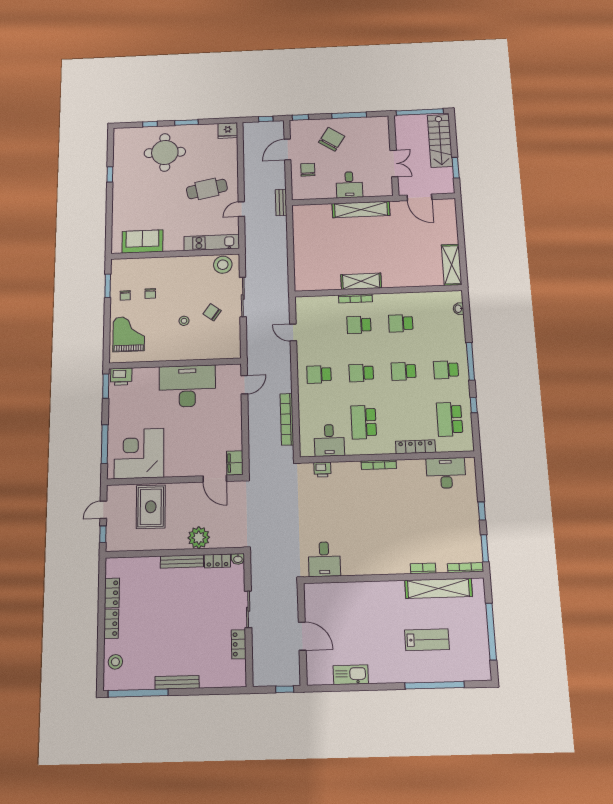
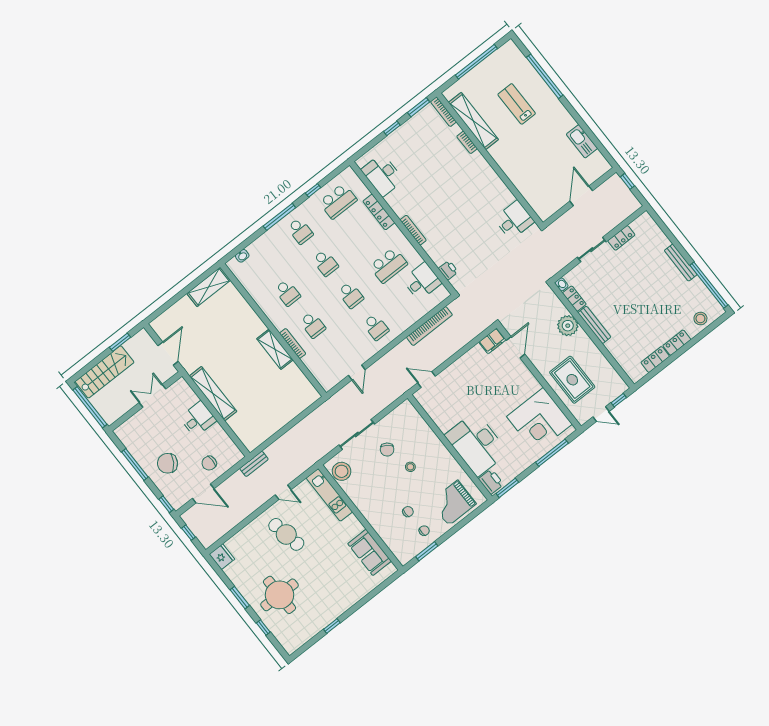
desk: (187, 386) -> (476, 444), moved
rug: (151, 507) -> (572, 380), turned 90

